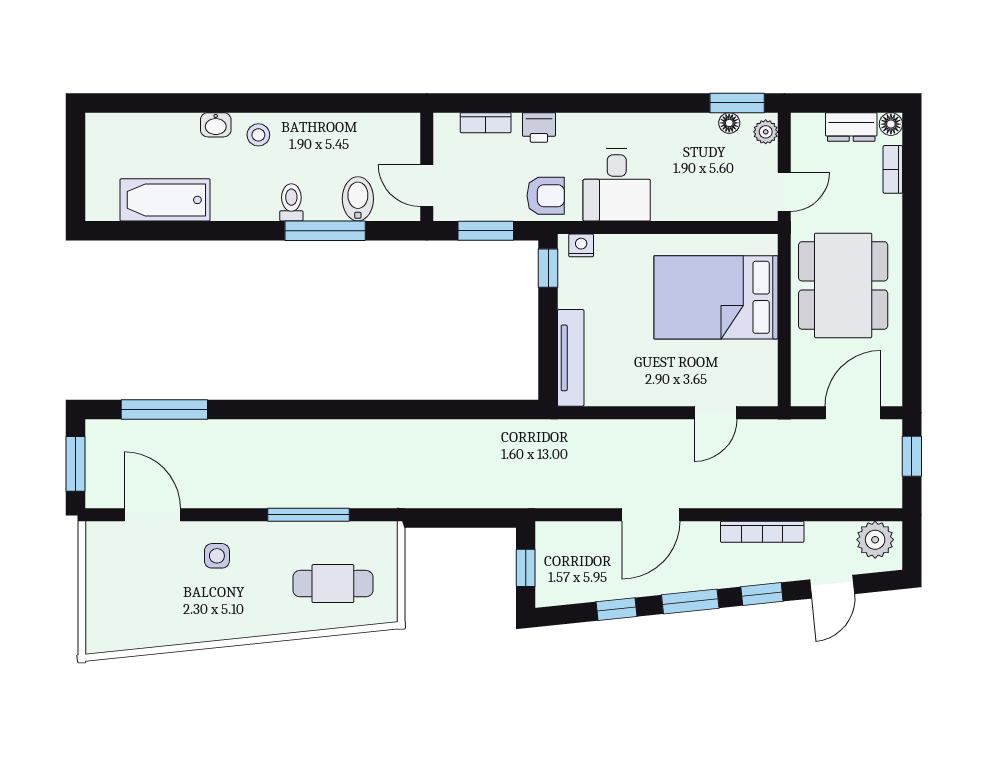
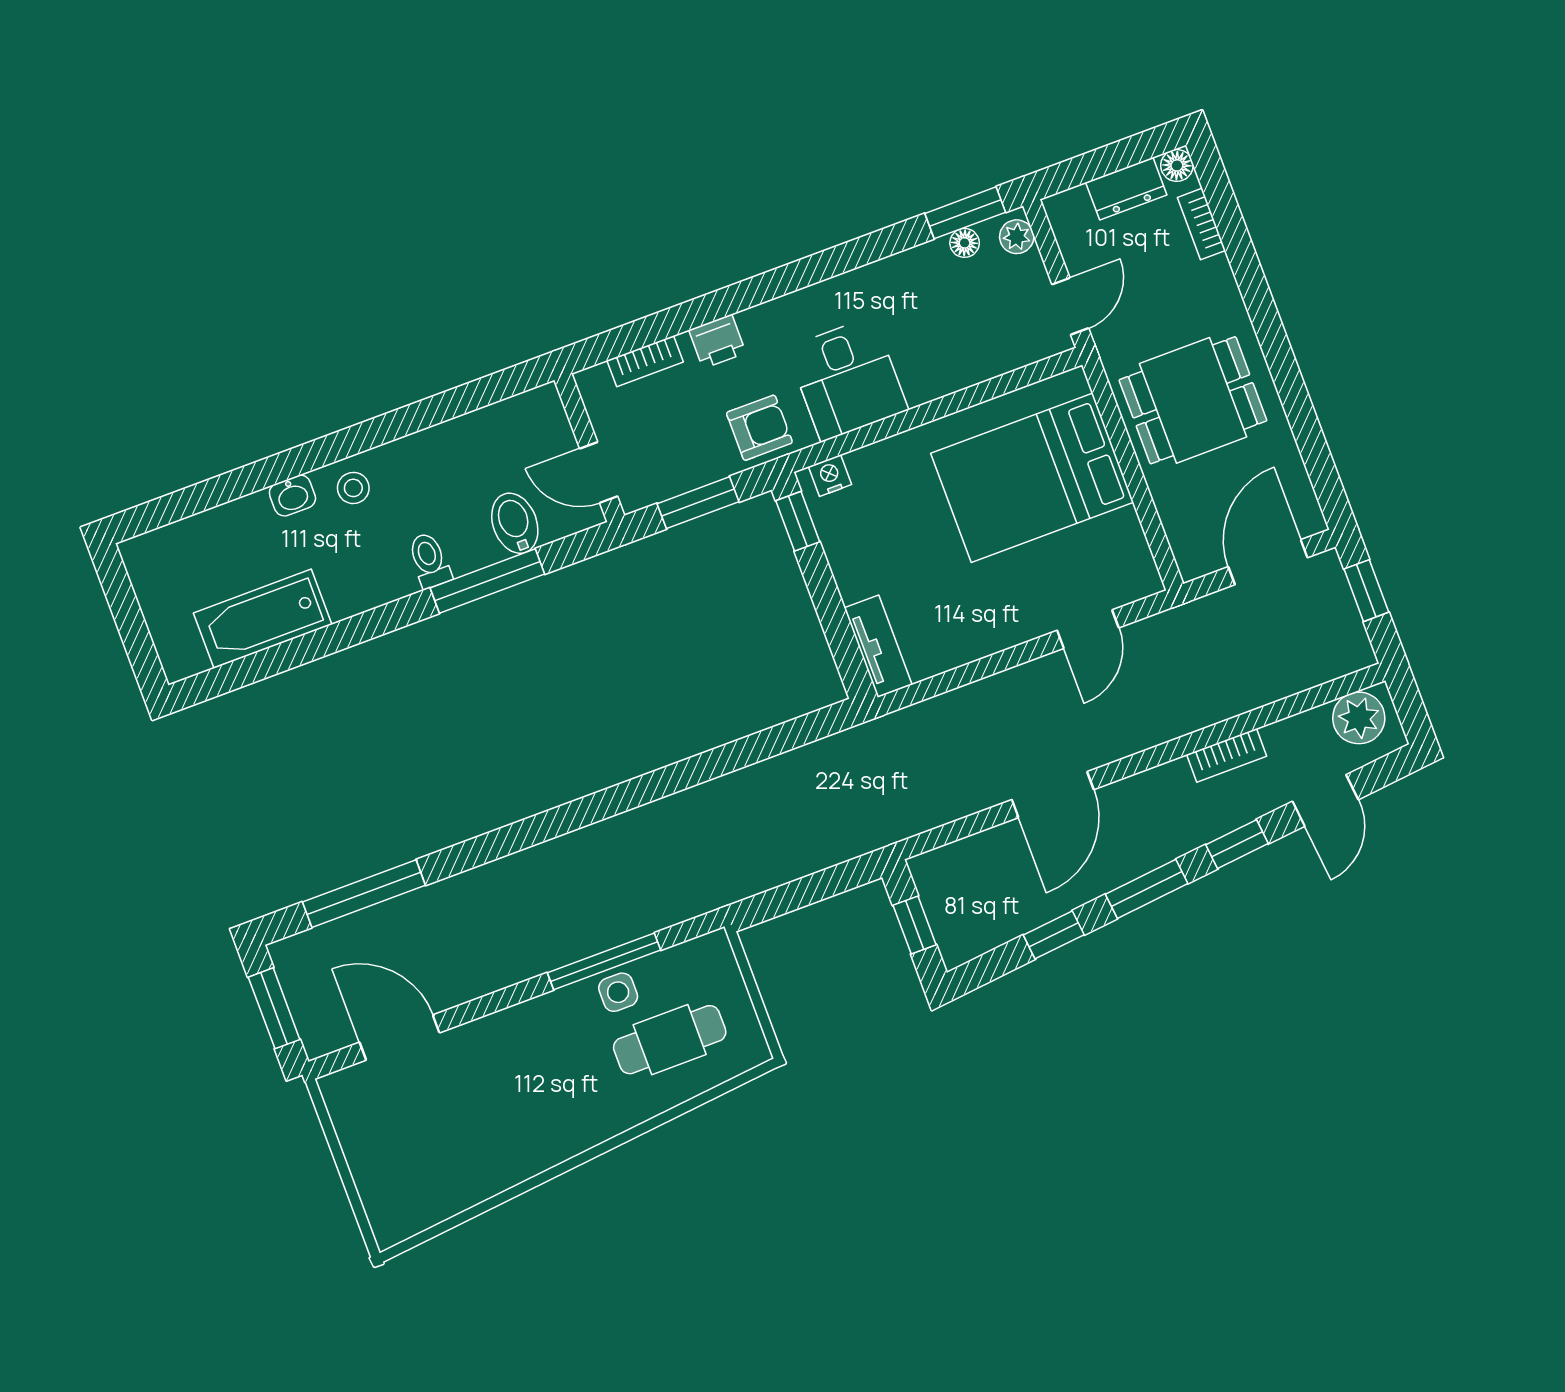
dining table: (843, 285) -> (1193, 400), width x0.73
tv unit: (571, 358) -> (878, 646), width x0.71
bookcase: (762, 532) -> (1227, 755), width x0.64
side table: (217, 556) -> (618, 992), moved

